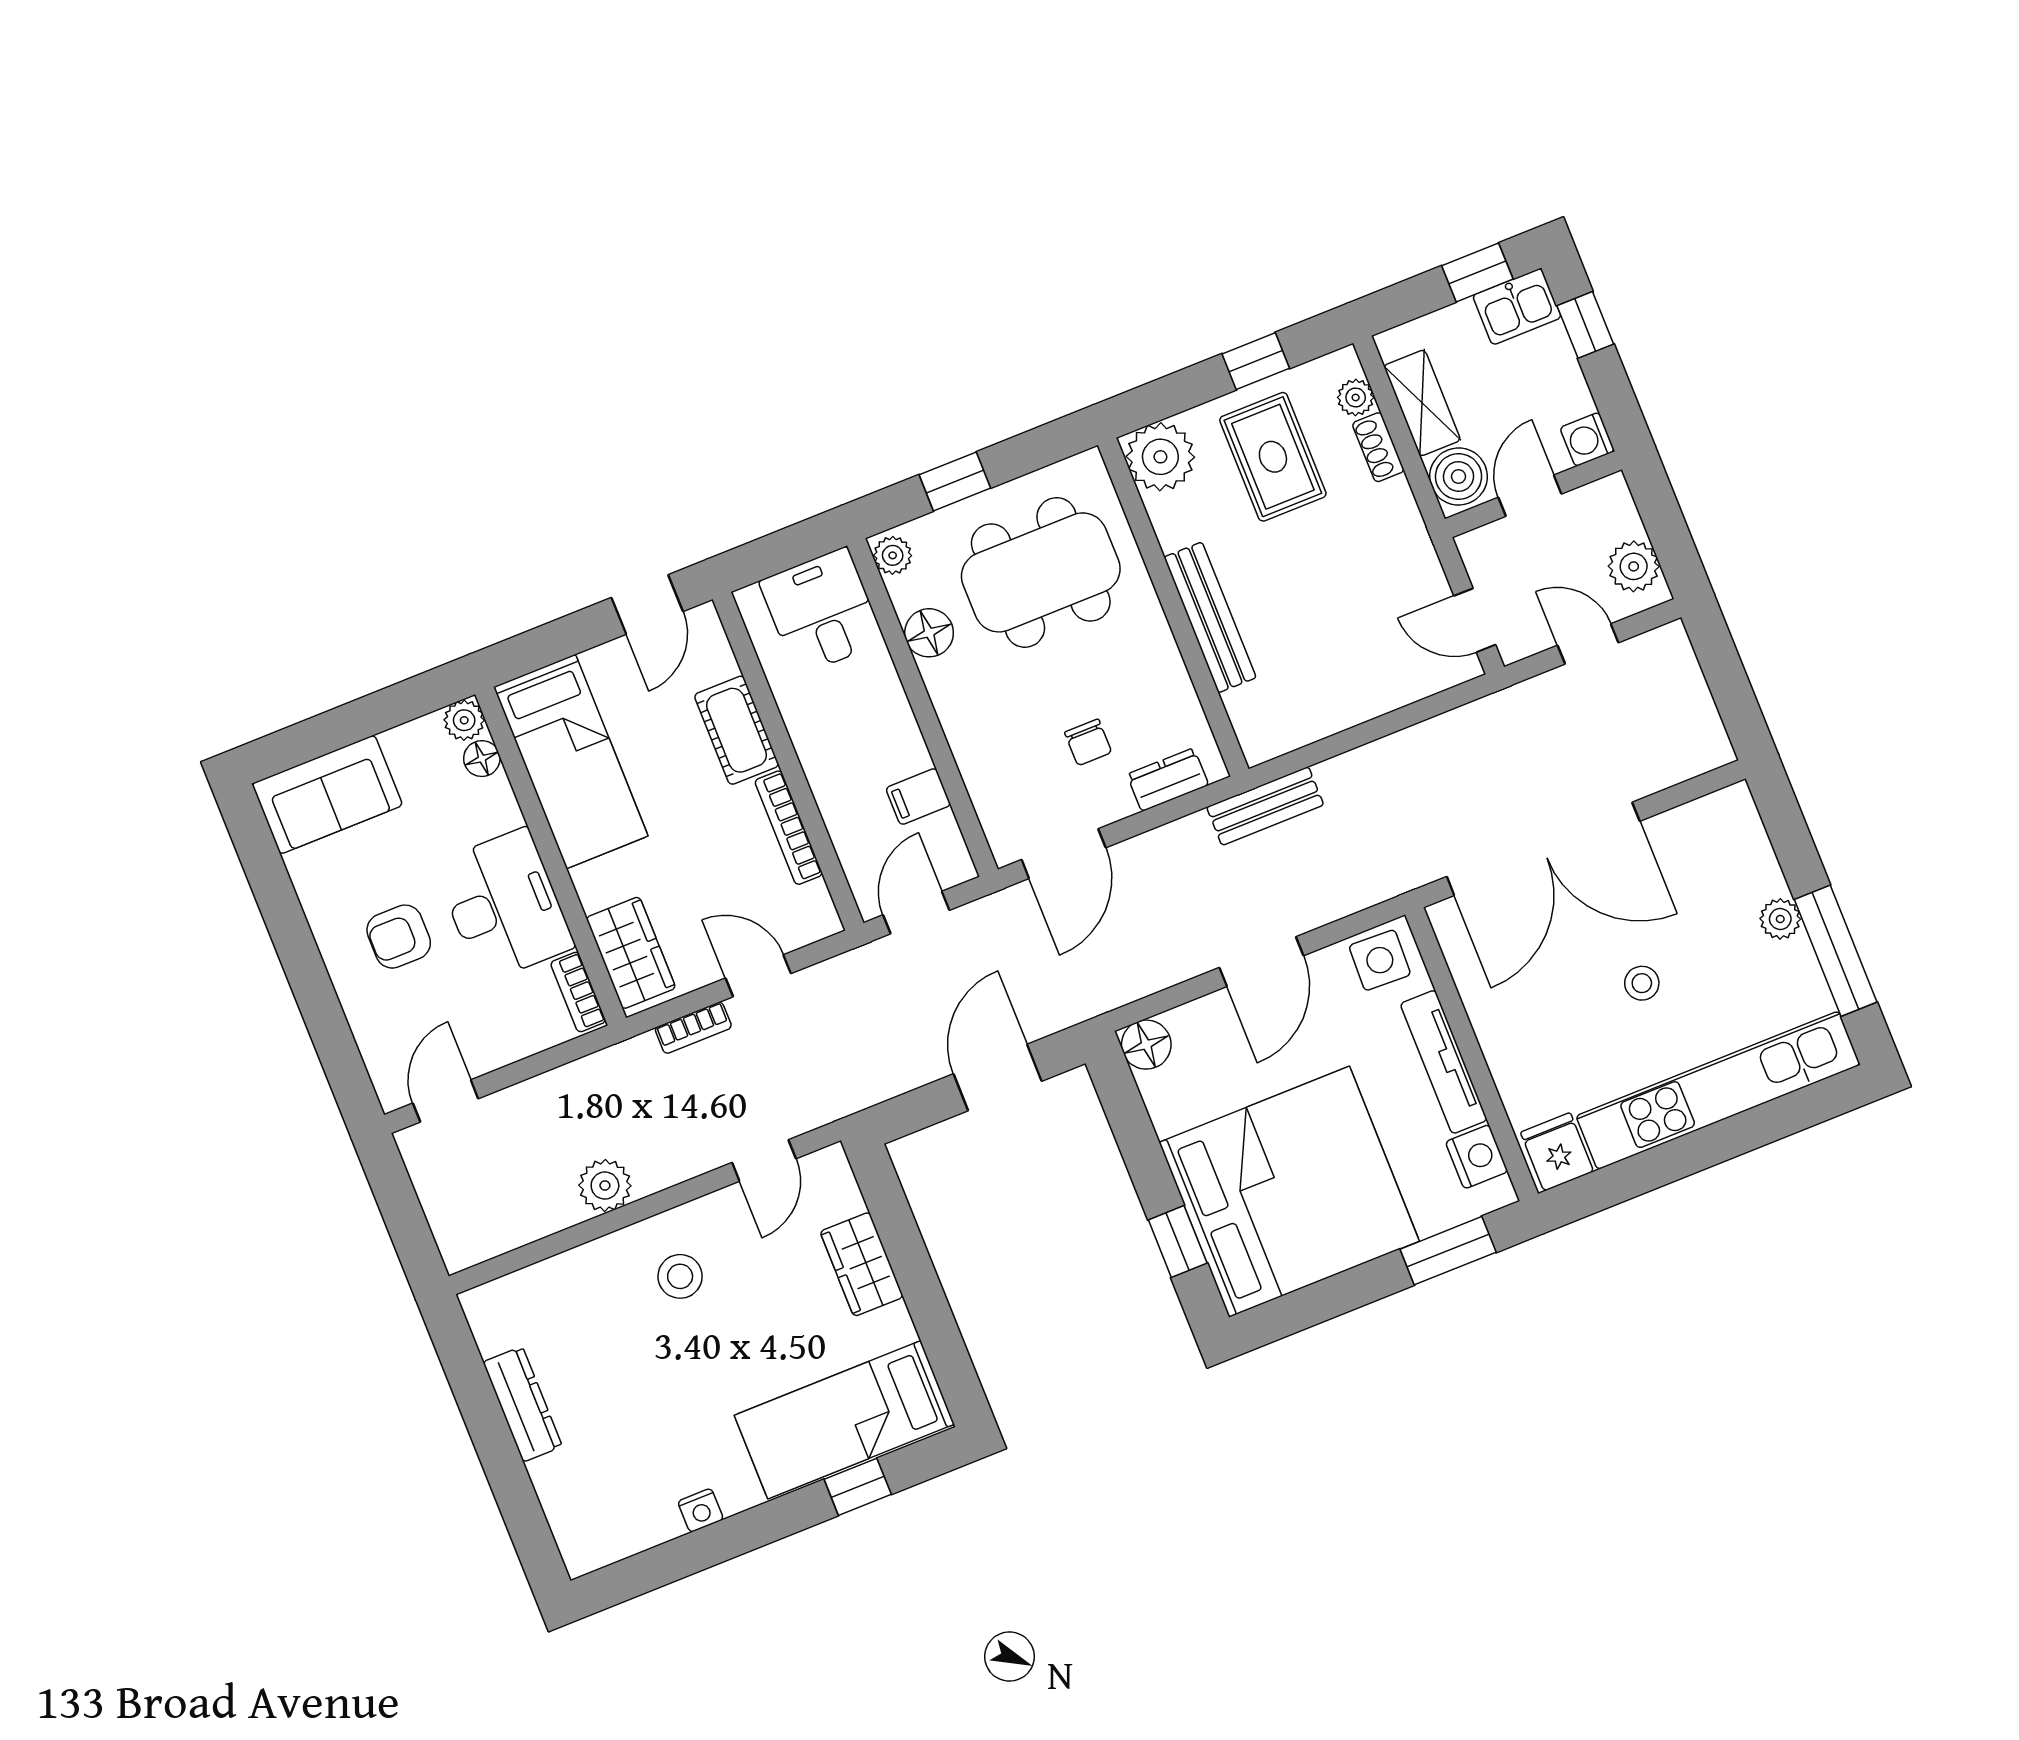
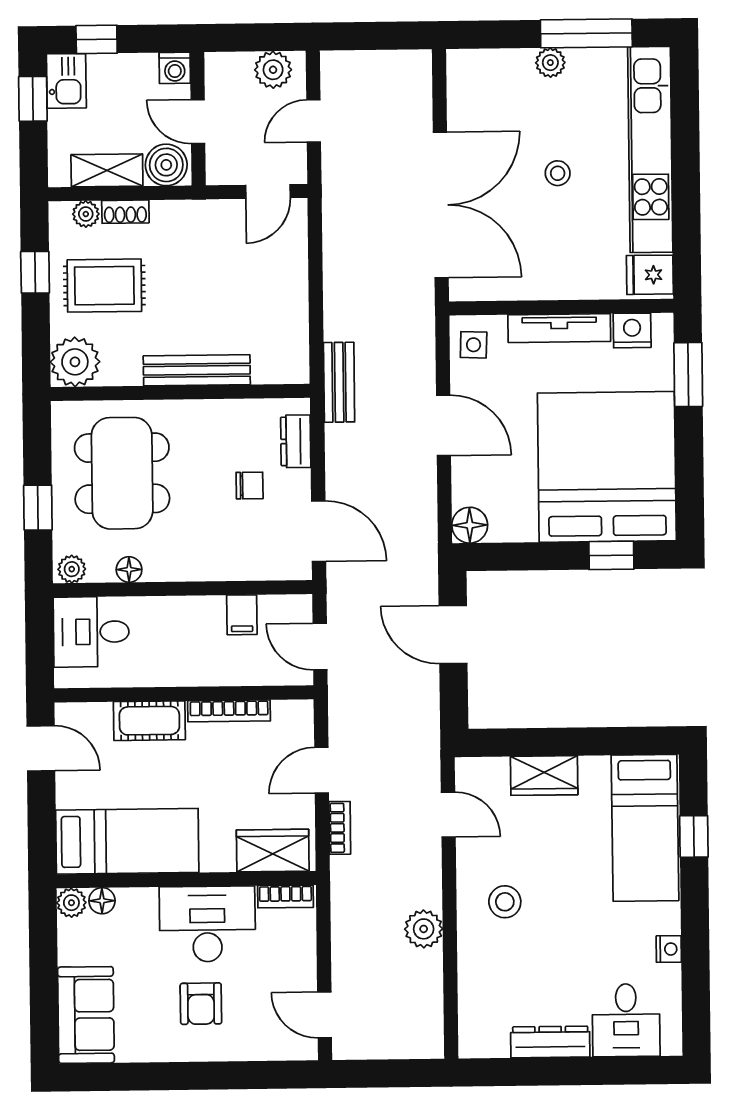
floor lamp: (929, 633) -> (129, 570), width x0.73, depth x0.73
side table: (1380, 960) -> (474, 345), width x0.73, depth x0.73
desk: (588, 1491) -> (626, 1020), added

